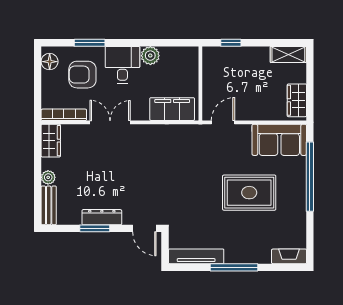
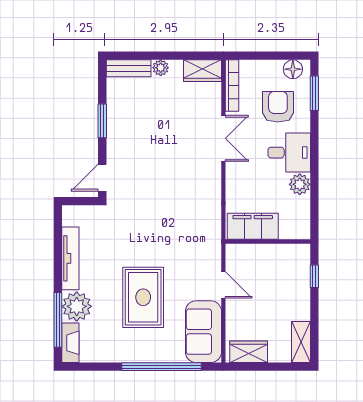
window: (90, 43) -> (314, 93), moved
filing cabinet: (172, 109) -> (253, 226), moved, turned -90
door: (223, 122) -> (223, 285), moved
dresser: (102, 217) -> (115, 129), removed
plant: (257, 251) -> (77, 306), added
tv unit: (196, 256) -> (70, 258), moved
window: (234, 267) -> (58, 320), moved

